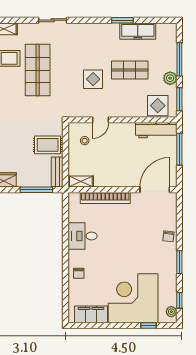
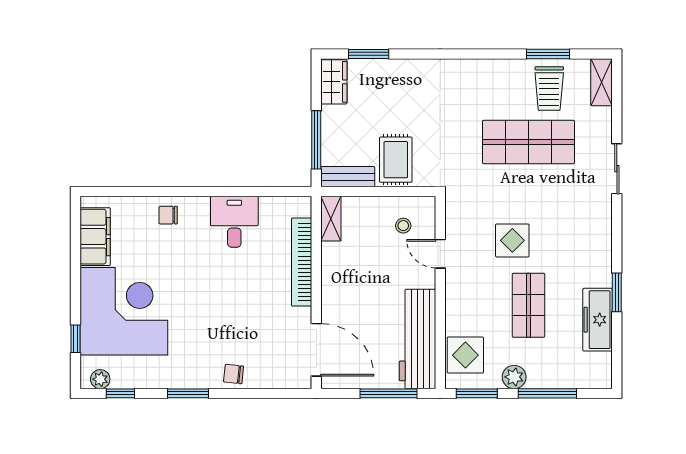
workbench: (156, 130) -> (417, 339), width x1.36, depth x1.32

